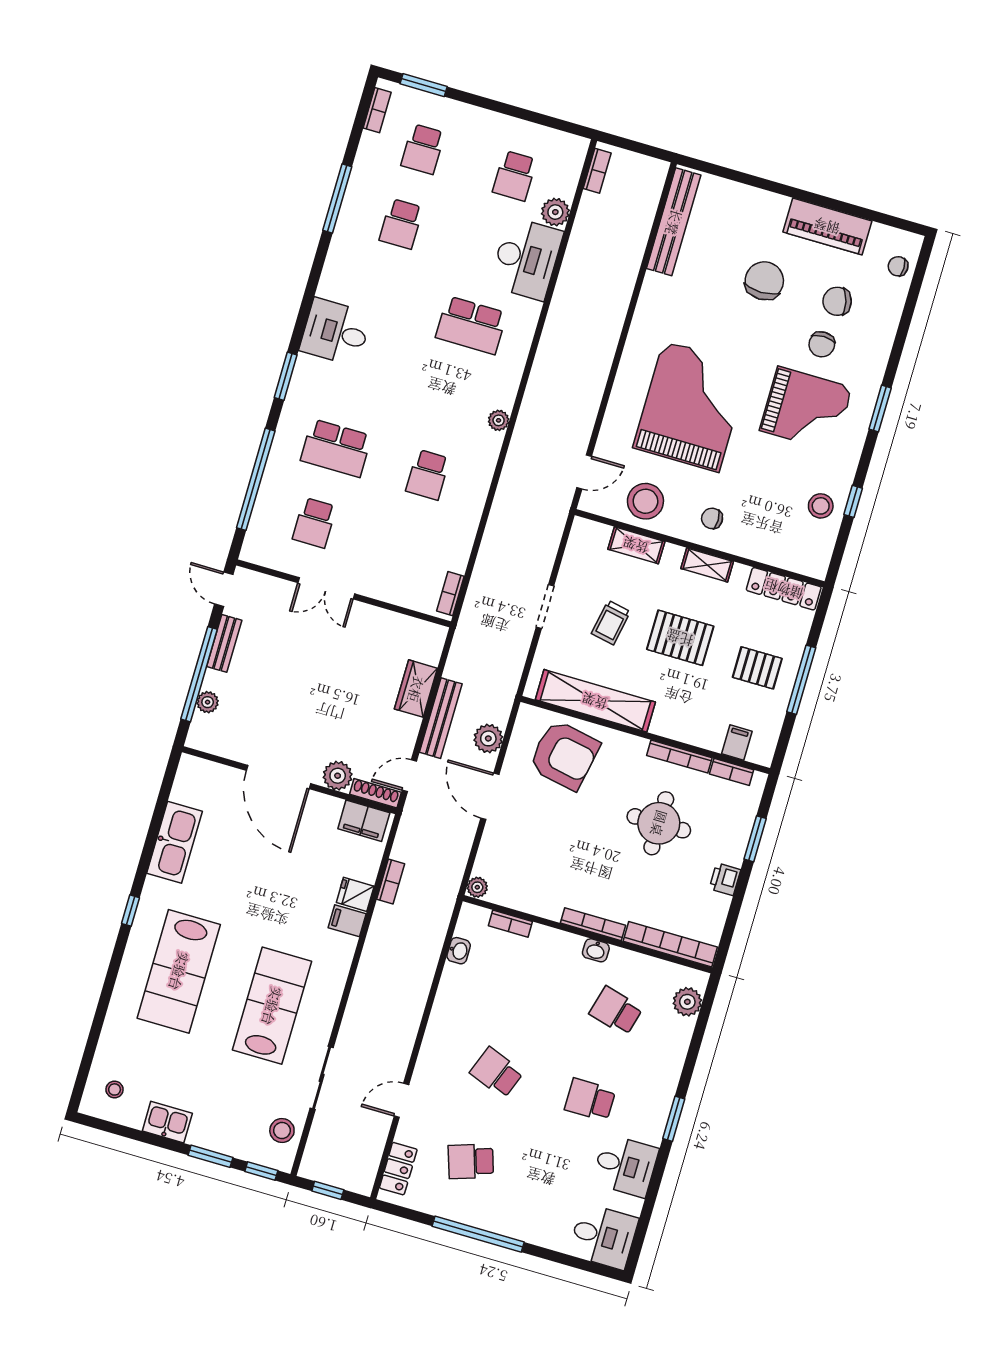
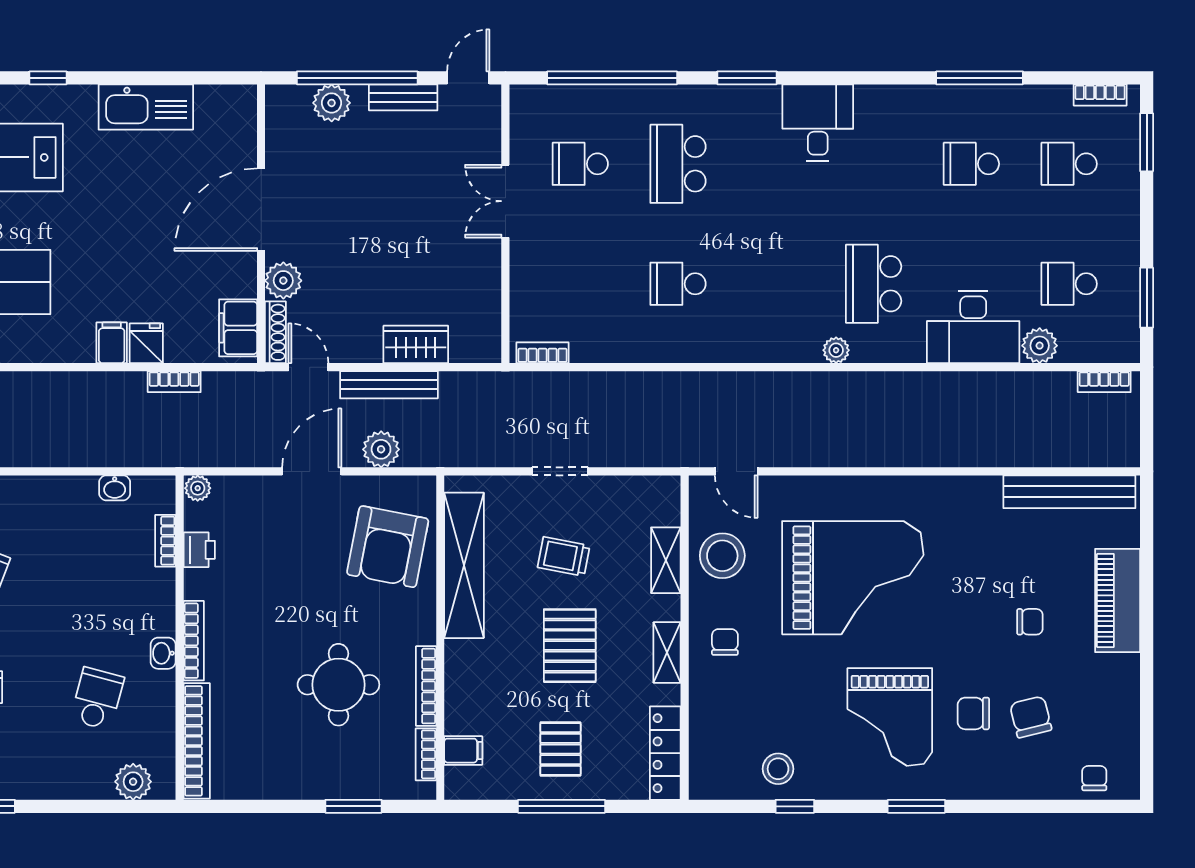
window: (542, 120) -> (1147, 298), added
piano: (827, 226) -> (1118, 601), moved
chair: (764, 281) -> (1030, 622), width x0.54, depth x0.54
plant: (499, 420) -> (836, 350), moved
plant: (208, 702) -> (332, 103), width x1.38, depth x1.38
printer: (725, 879) -> (199, 550), moved, turned 90

